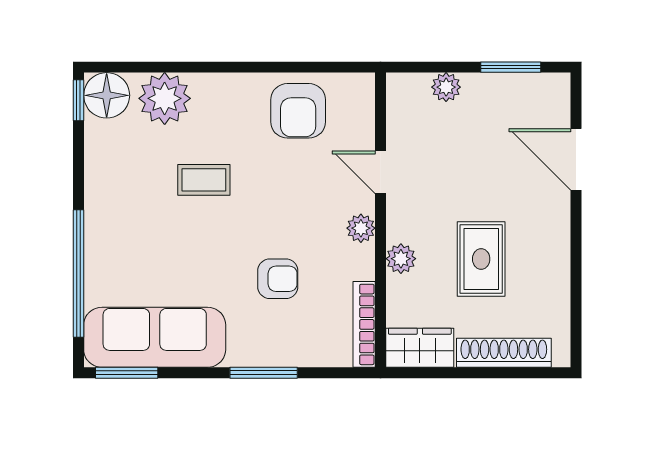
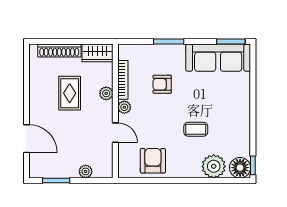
window: (78, 273) -> (253, 87), removed
bookcase: (364, 324) -> (123, 80), moved

